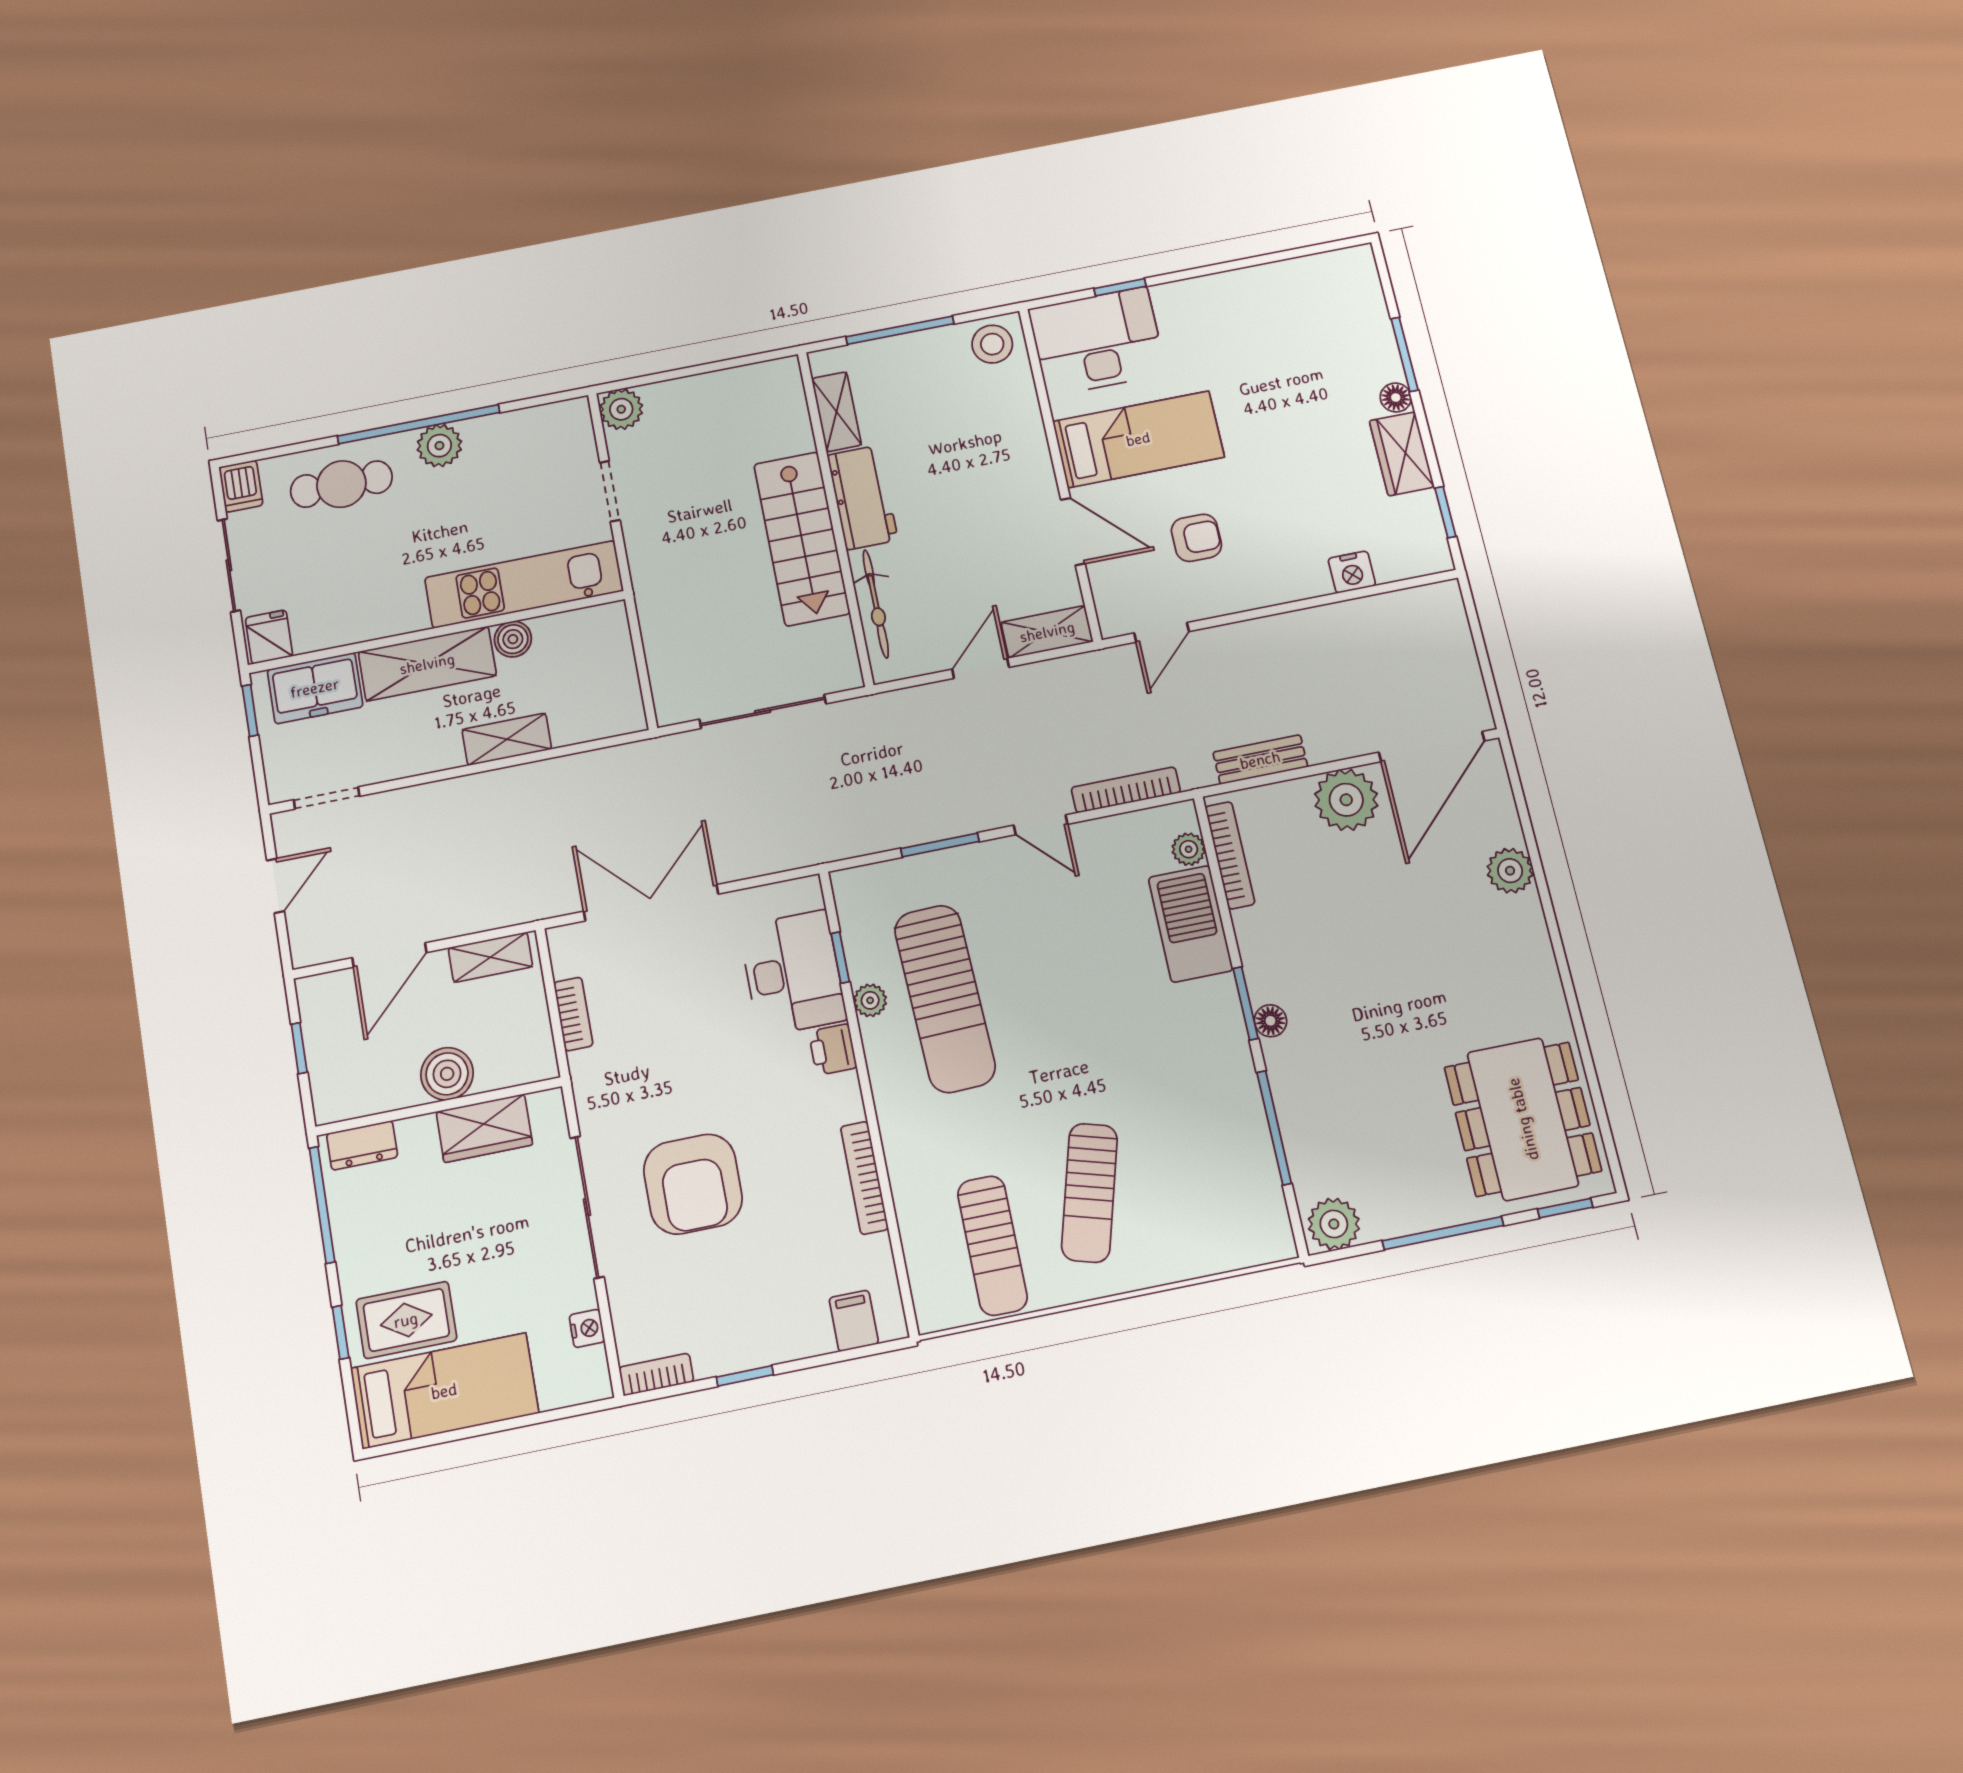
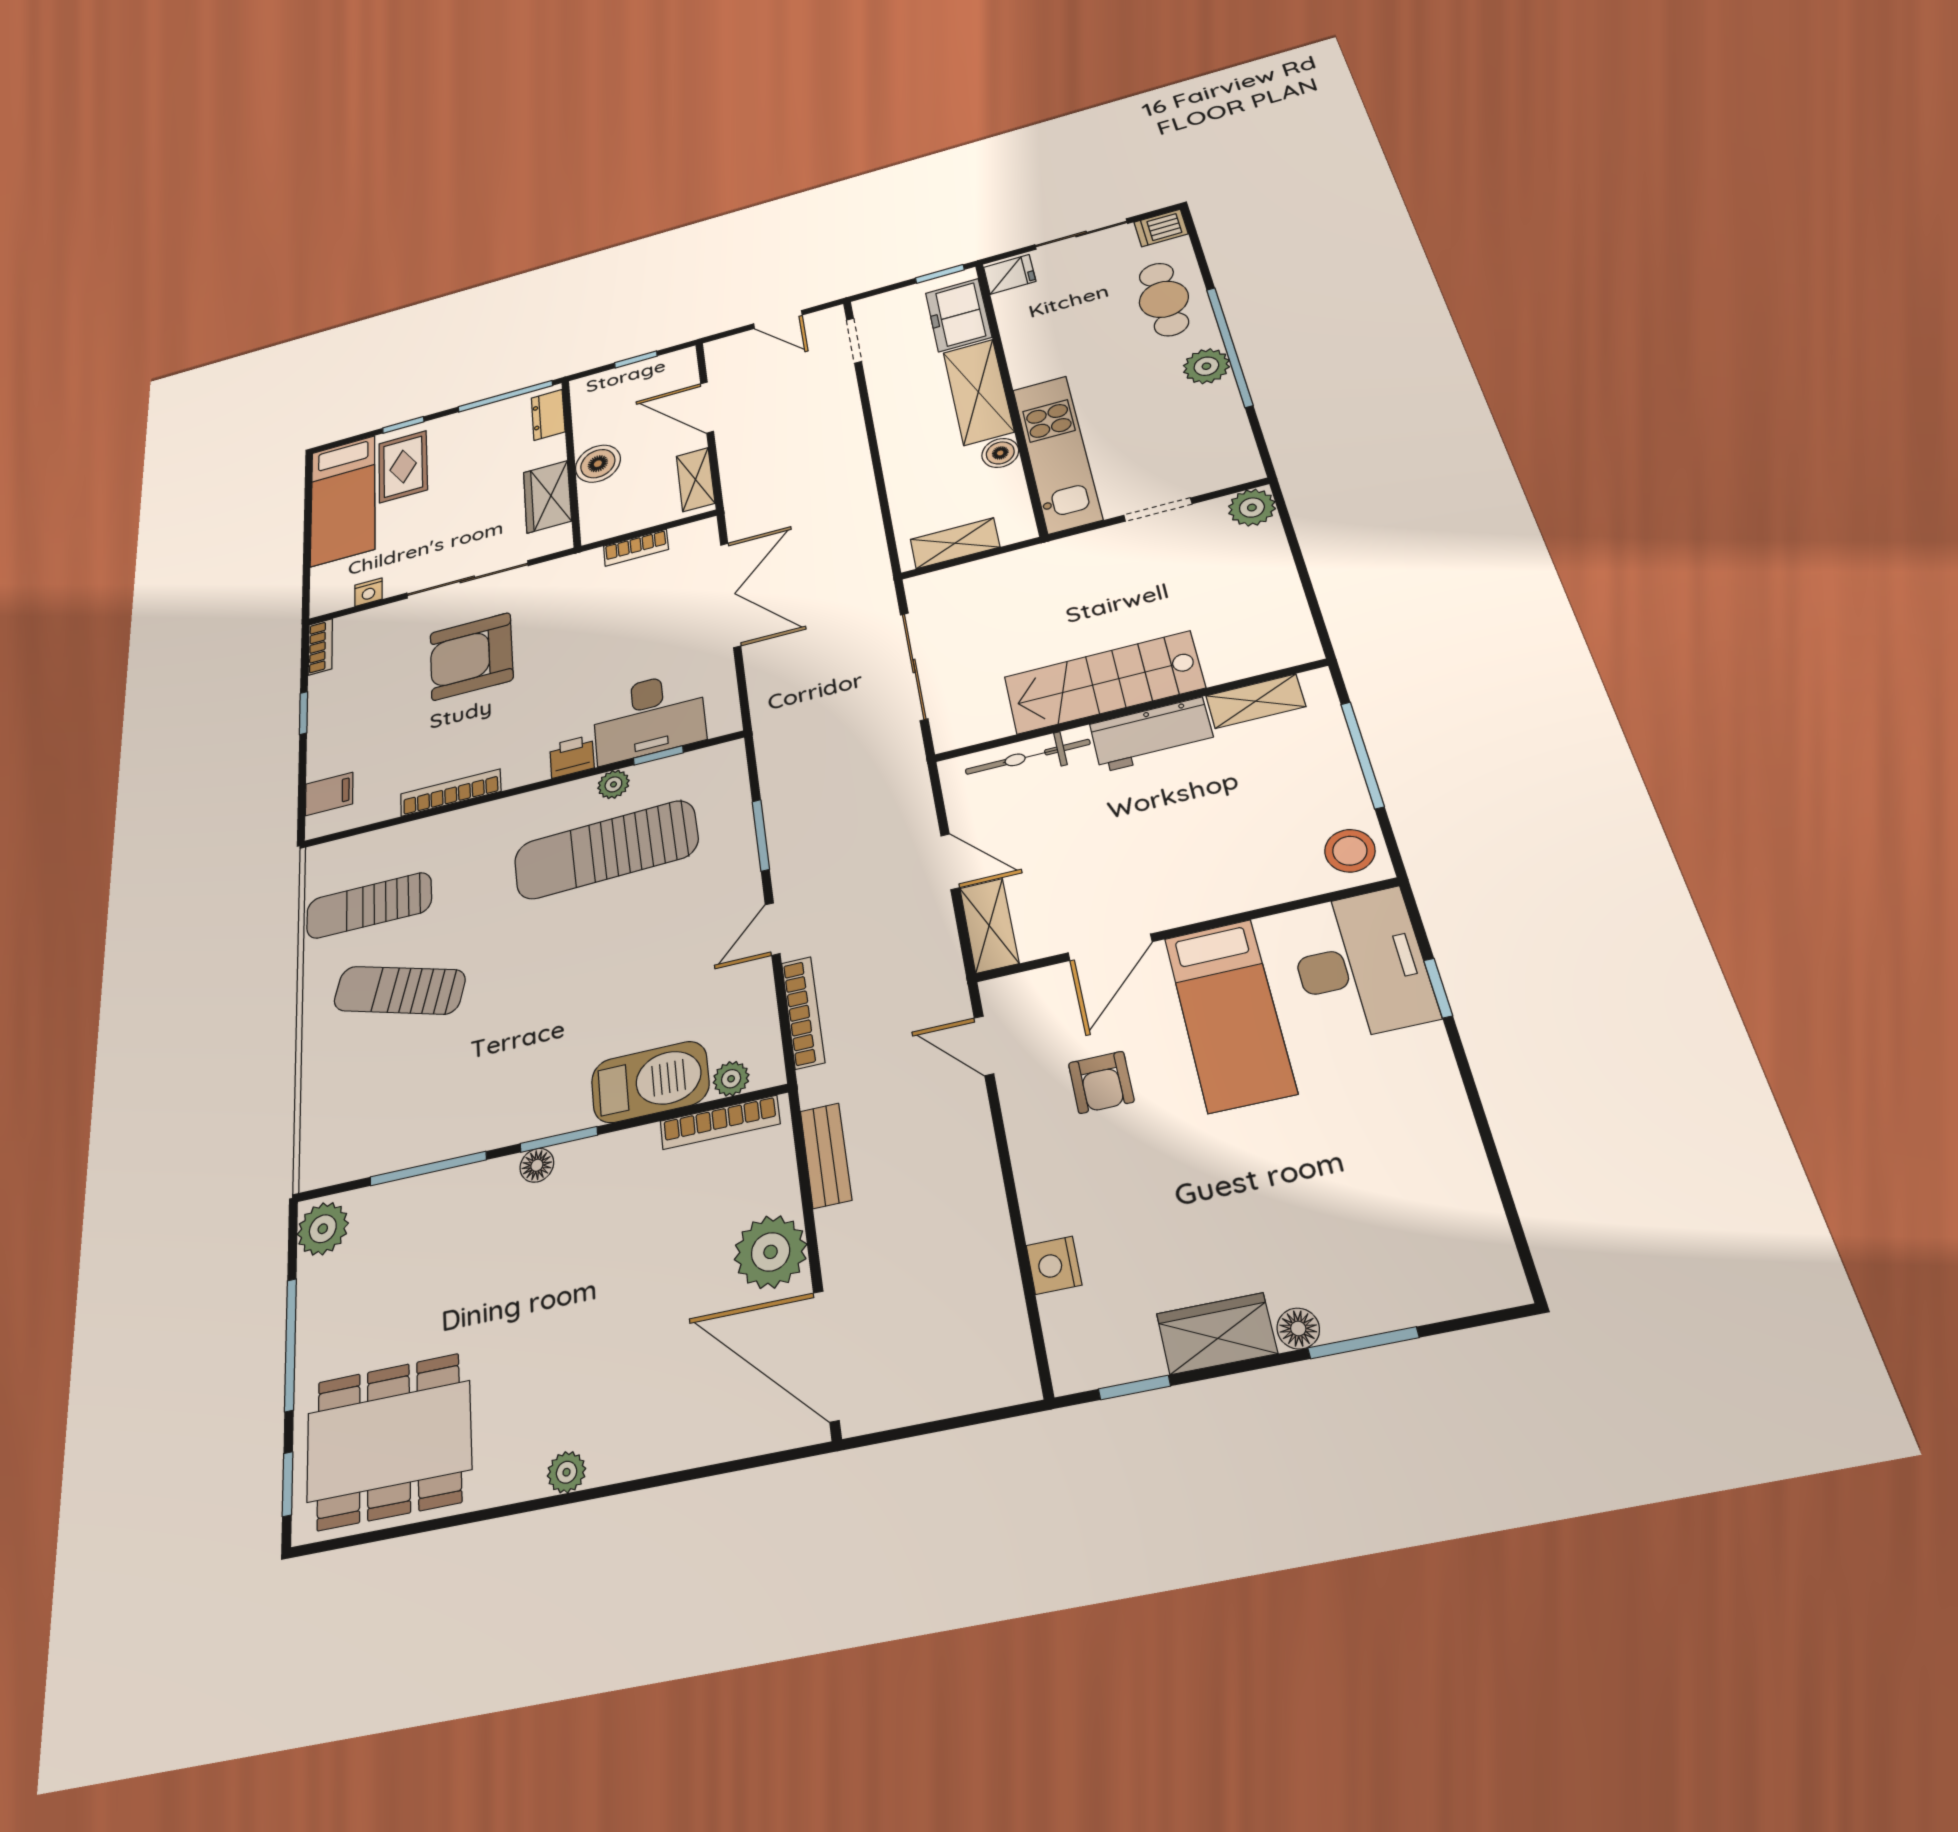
shelving: (507, 739) -> (955, 543), moved, turned 90
plant: (1510, 871) -> (567, 1472), moved, width x0.73, depth x0.73

